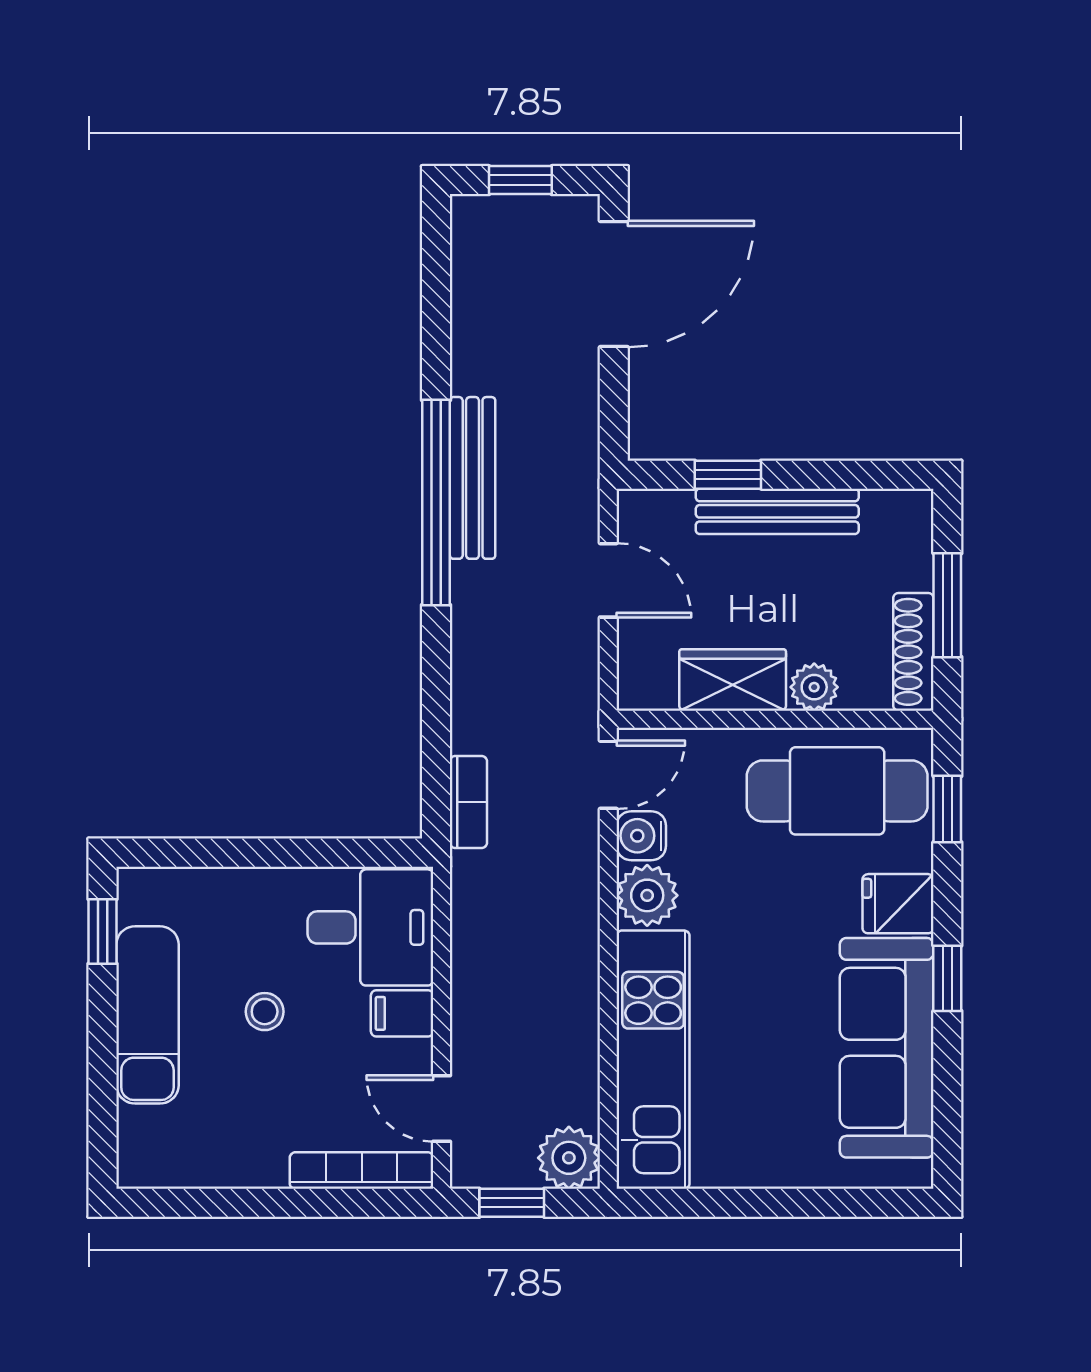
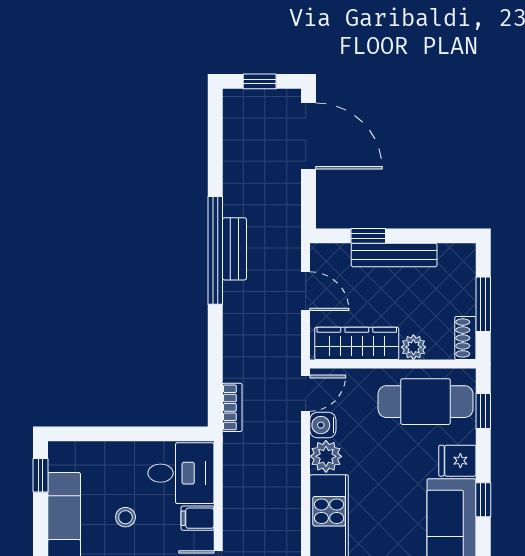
door: (614, 284) -> (308, 136), hinge flipped
bench: (473, 478) -> (234, 249), width x0.73
shoe rack: (913, 652) -> (465, 338), width x0.70
wardrobe: (733, 680) -> (357, 343), width x1.50

